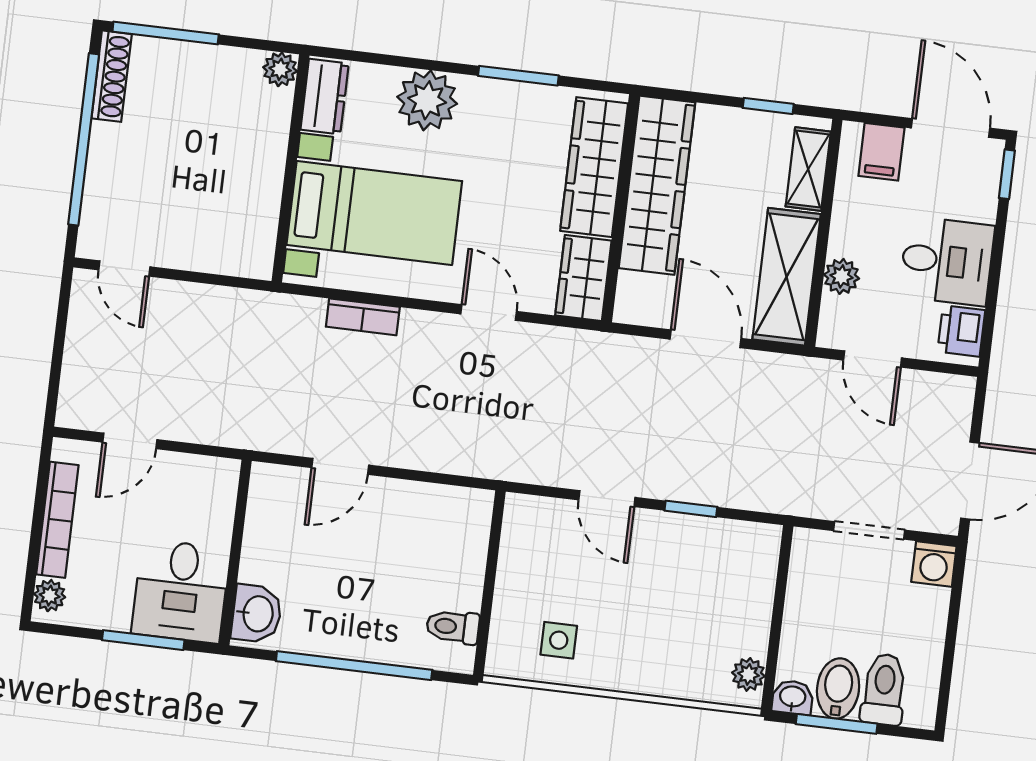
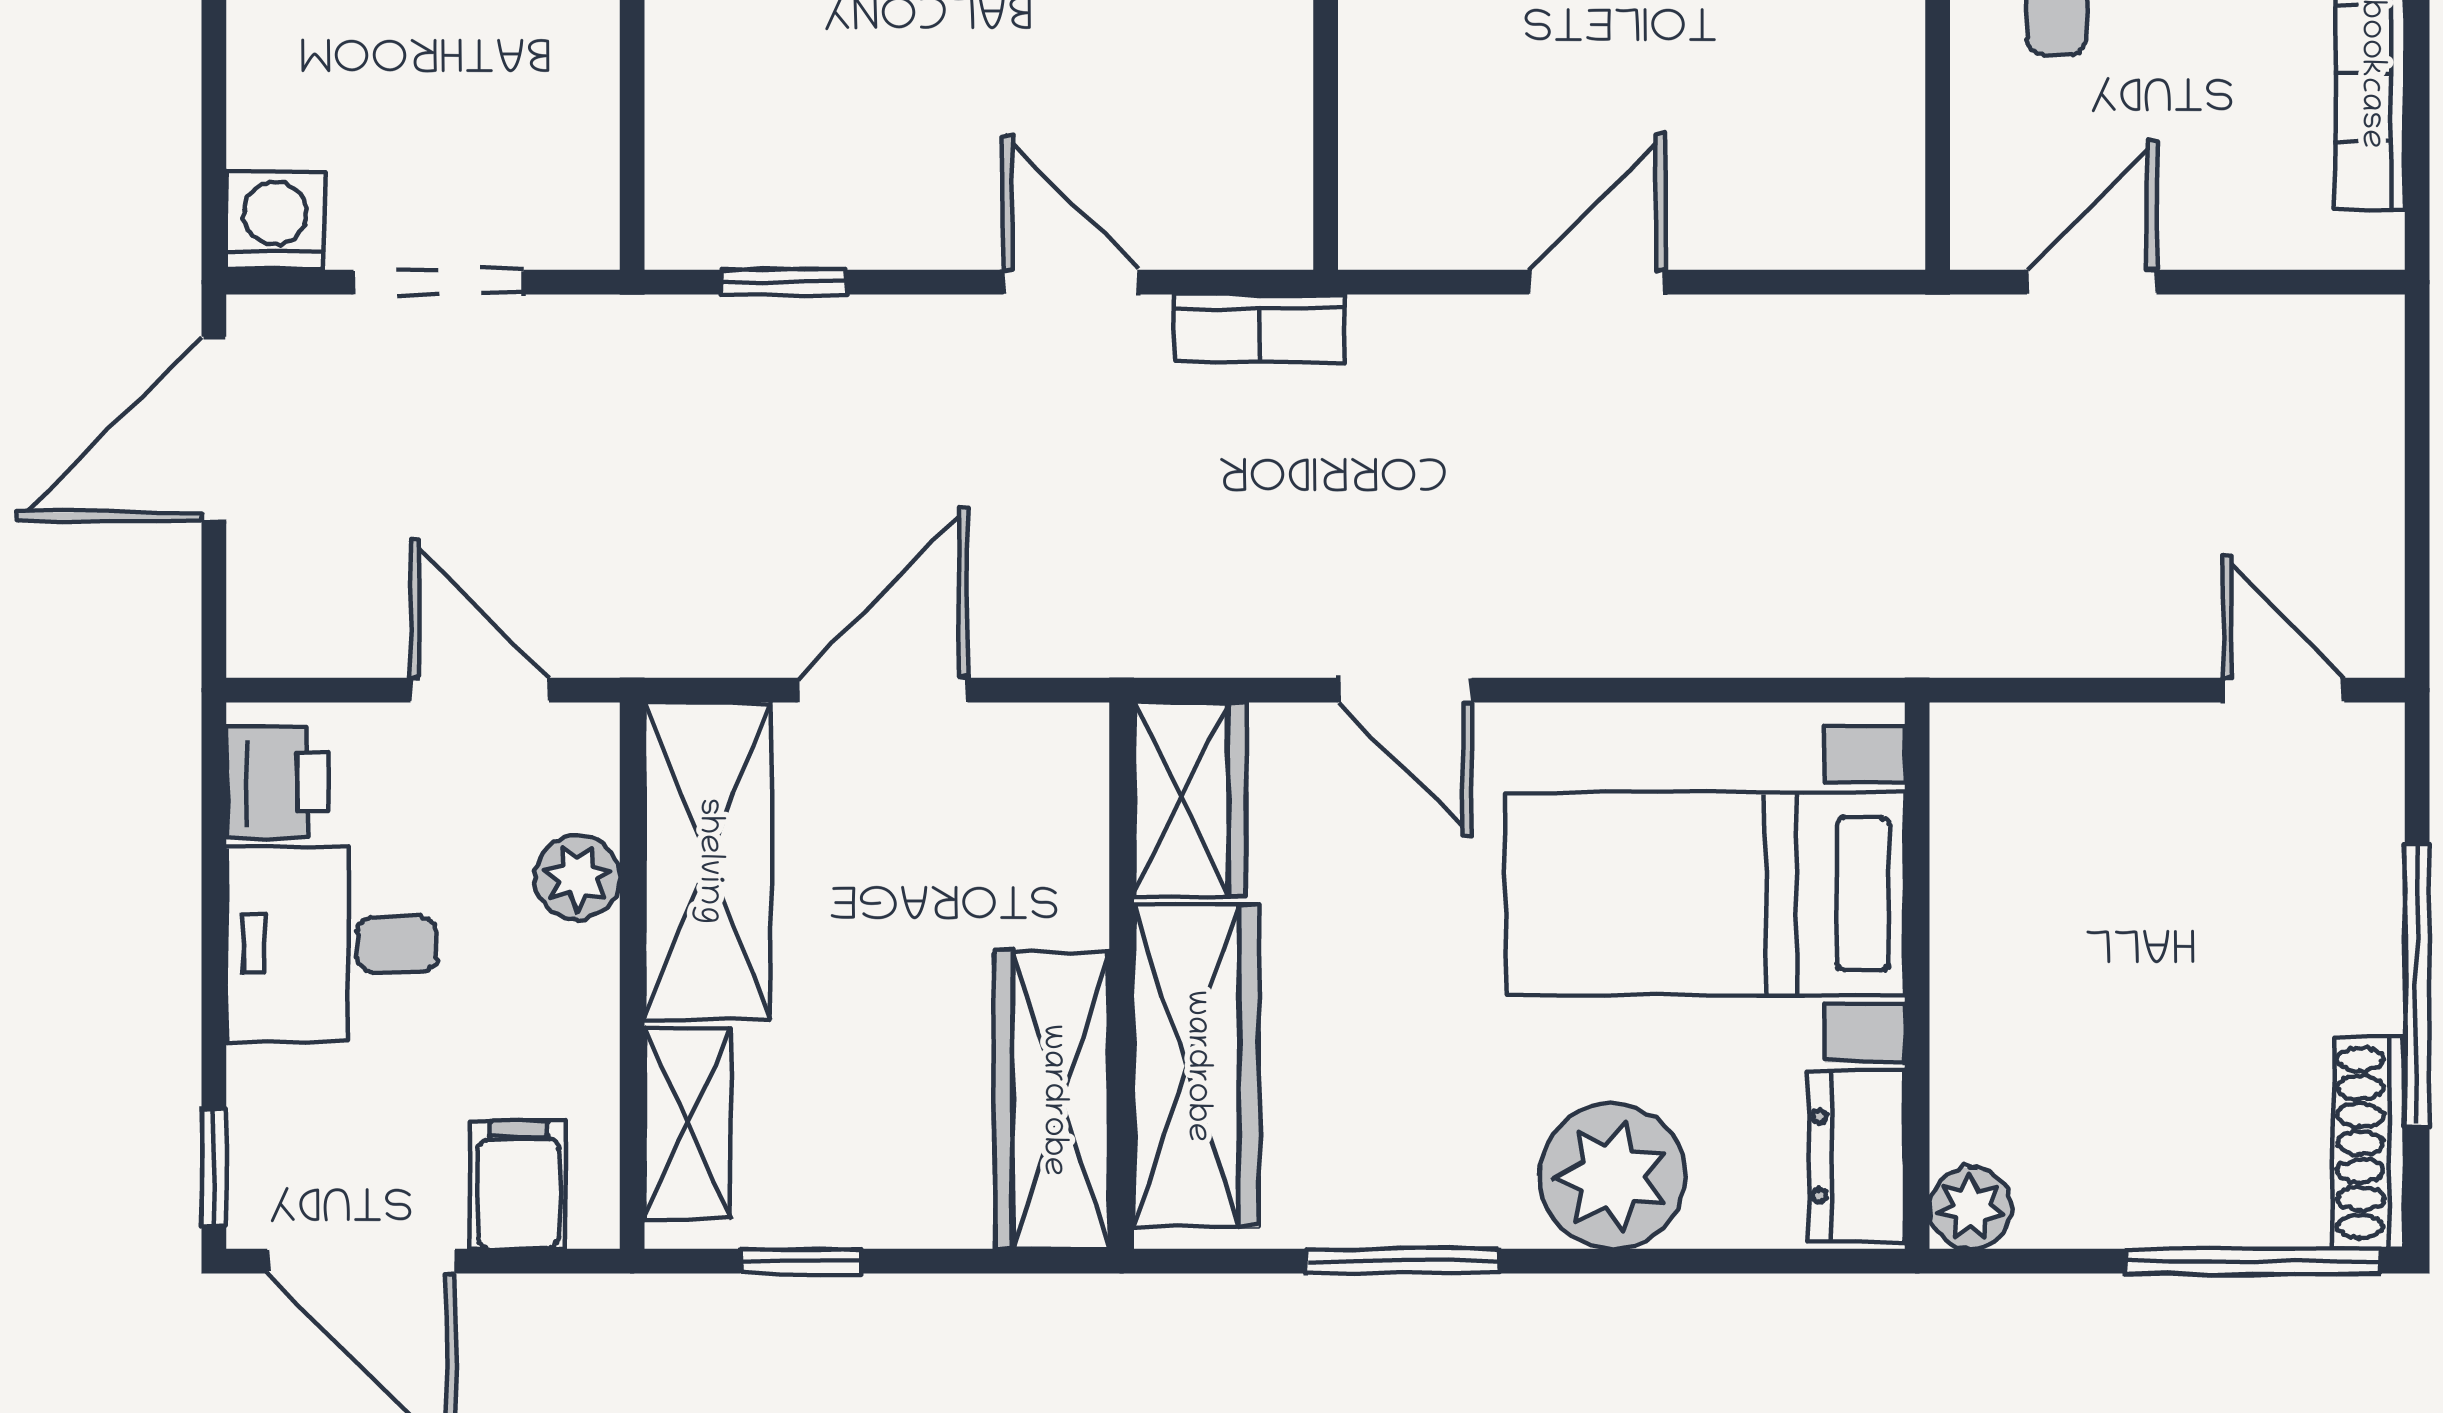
window: (84, 139) -> (2417, 985), width x0.68
wardrobe: (657, 185) -> (1052, 1100), width x0.71, depth x0.85
bookcase: (363, 317) -> (1259, 328), moved, turned 180
door: (705, 339) -> (883, 690), swing flipped
door: (130, 441) -> (2092, 282), moved
door: (340, 466) -> (1597, 282), moved
window: (691, 509) -> (784, 282), moved

